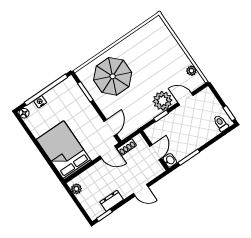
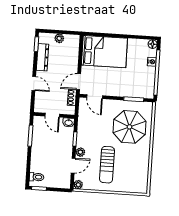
sun lounger: (161, 70) -> (107, 165), added
plant: (191, 71) -> (78, 185), moved
plant: (162, 101) -> (80, 152), width x0.53, depth x0.53
washbasin: (170, 160) -> (69, 122), moved
plant: (76, 189) -> (59, 38), moved
door: (141, 190) -> (34, 83), swing flipped
dresser: (112, 201) -> (42, 57), width x1.44

